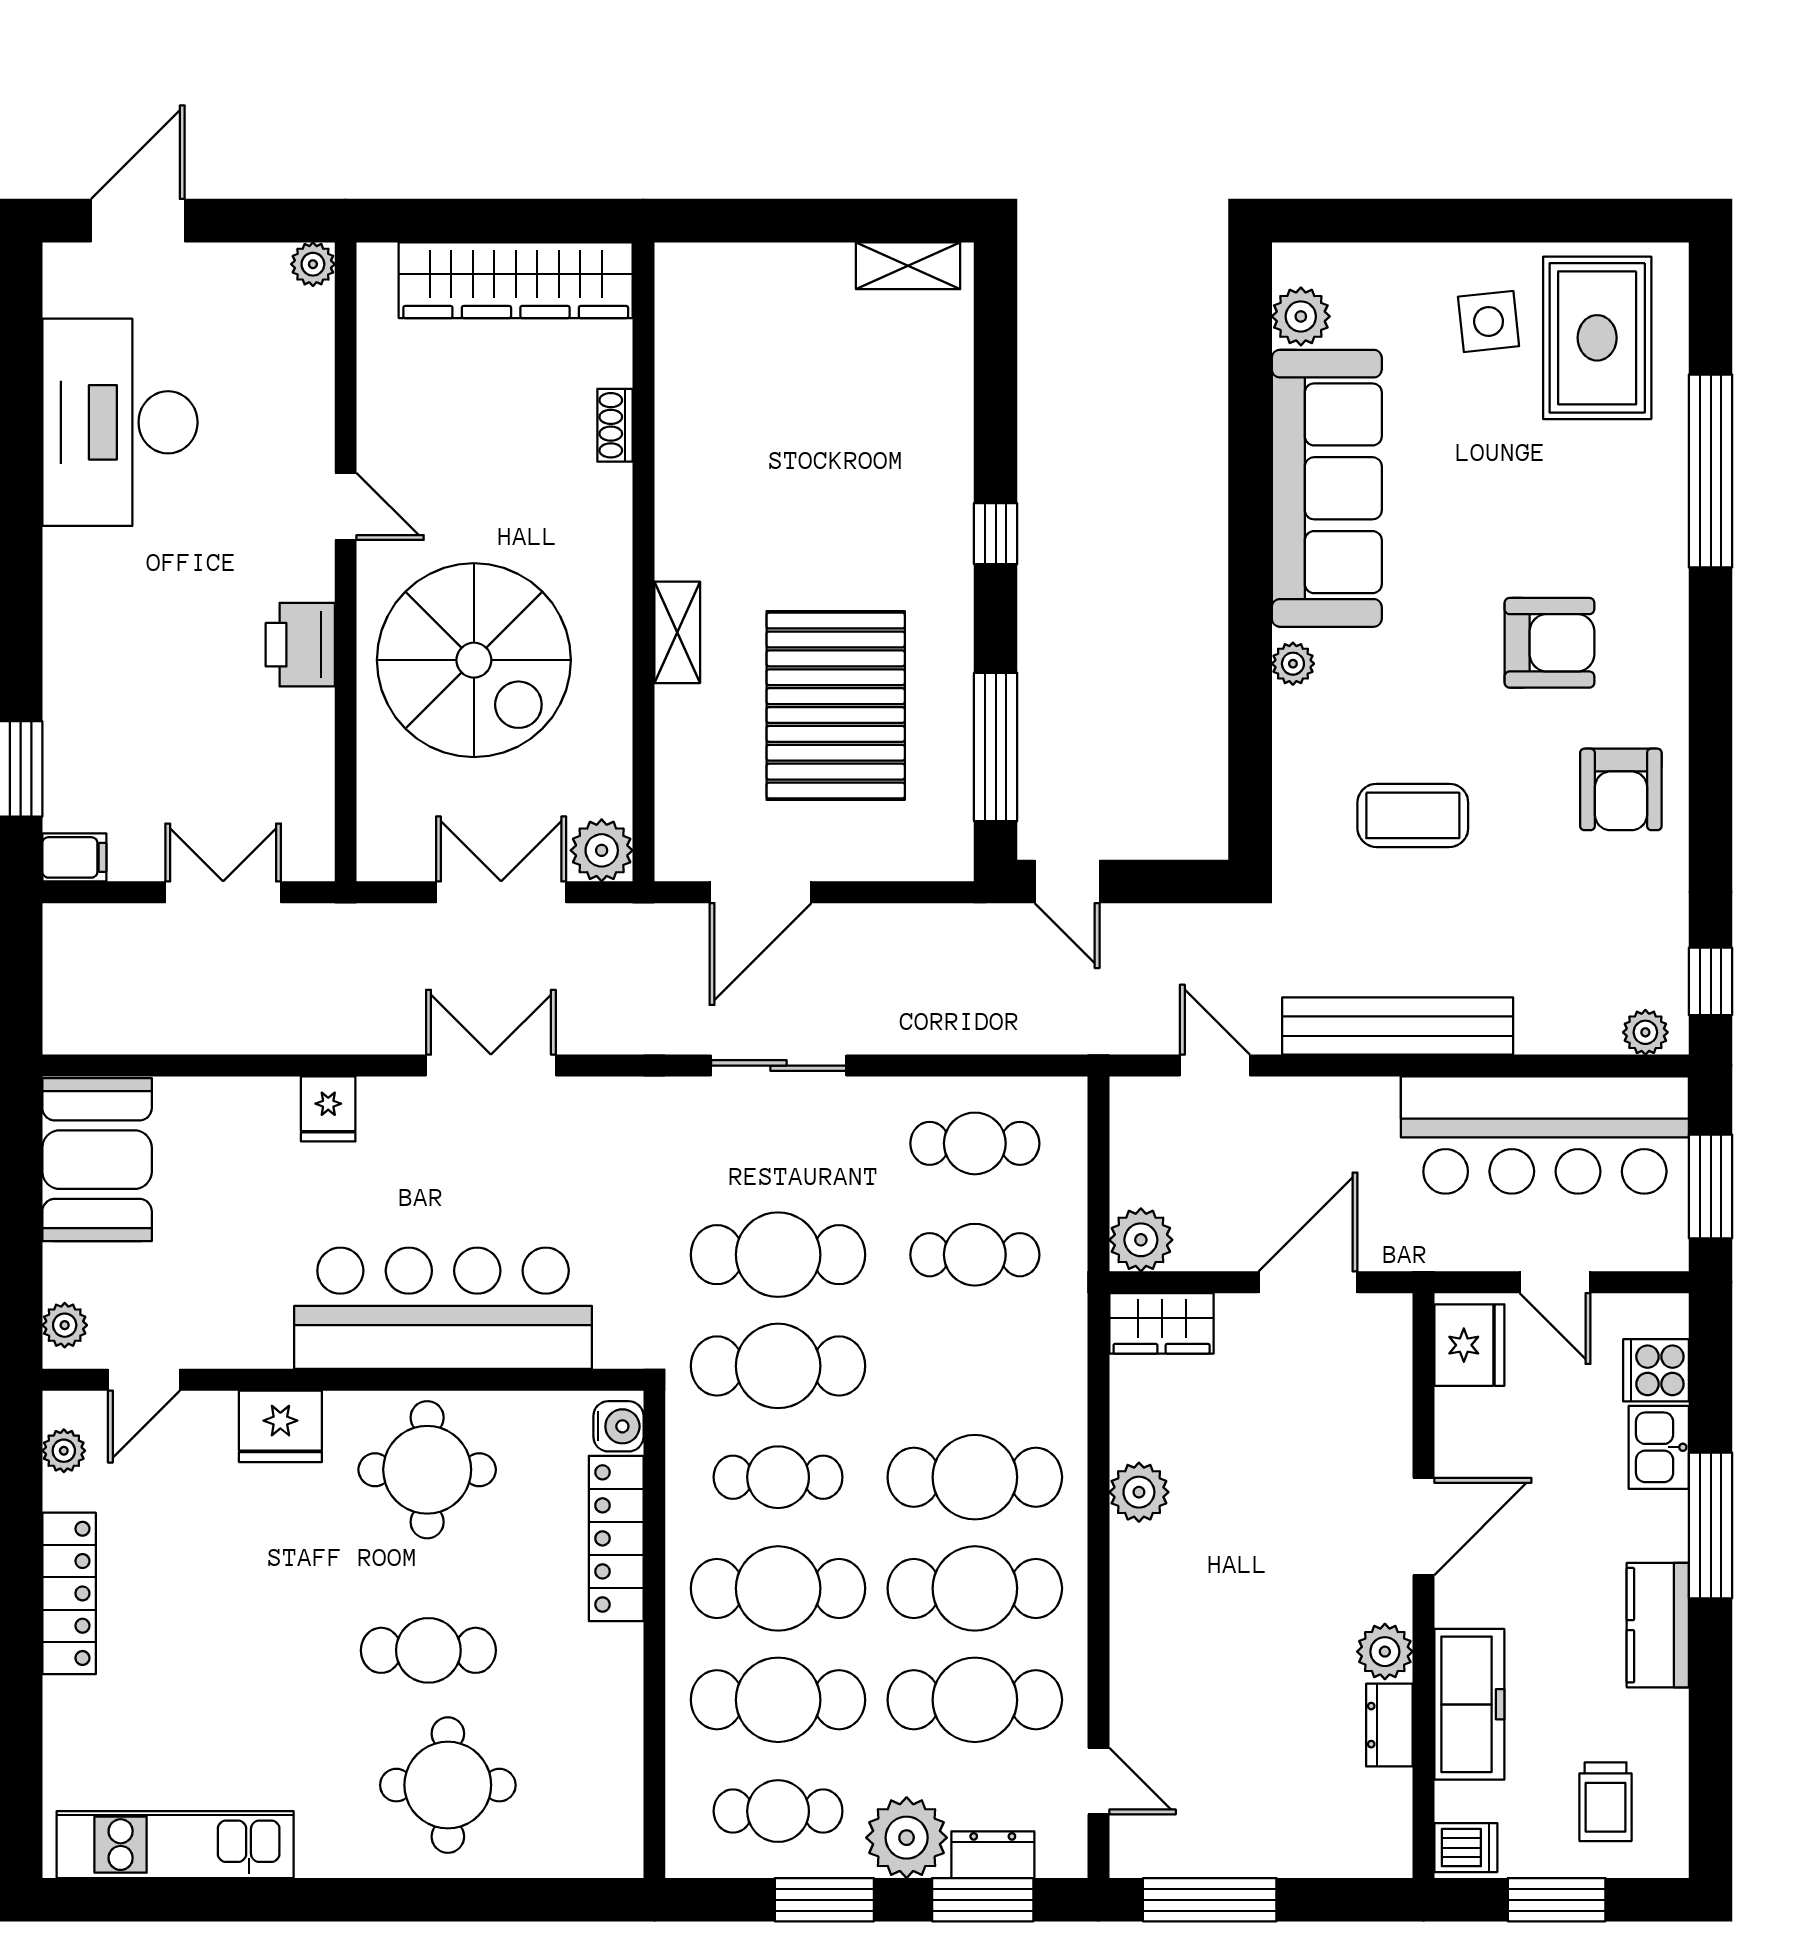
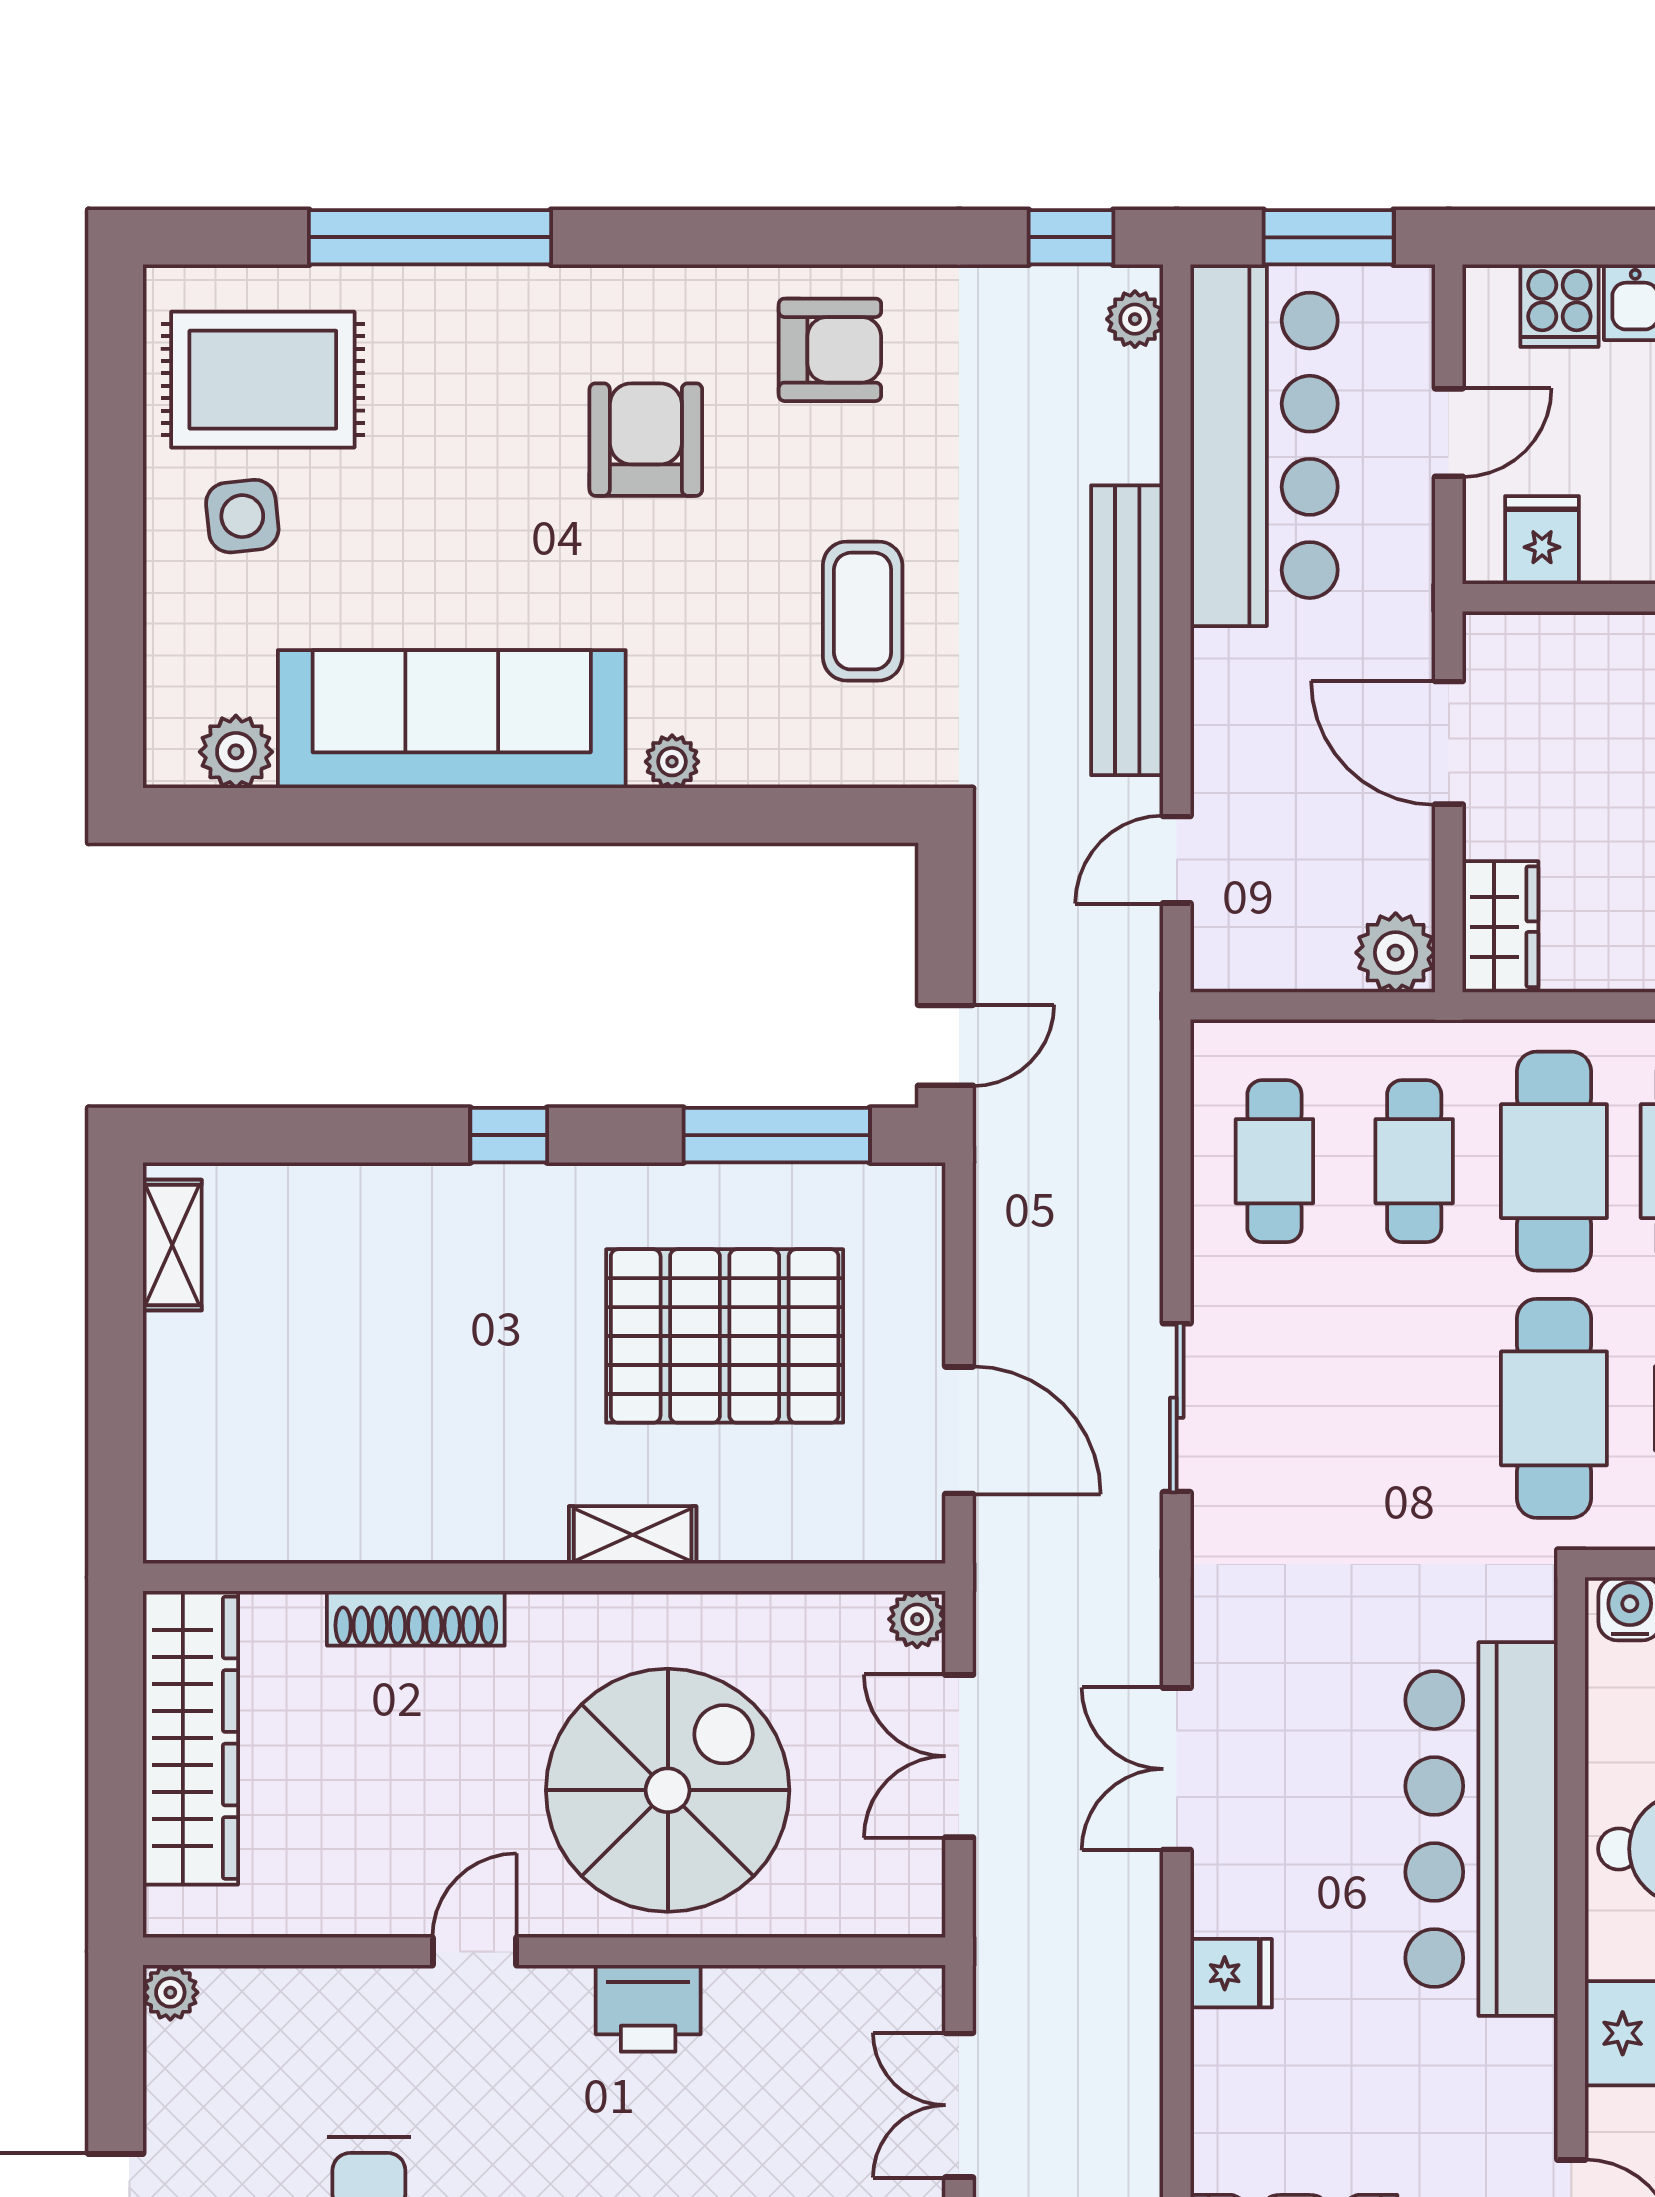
shoe rack: (615, 425) -> (416, 1618), width x1.94, depth x1.24
plant: (602, 850) -> (917, 1619), width x0.73, depth x0.73
cafe table: (778, 1255) -> (1554, 1161), moved
fridge: (1469, 1345) -> (1542, 540), width x0.72

